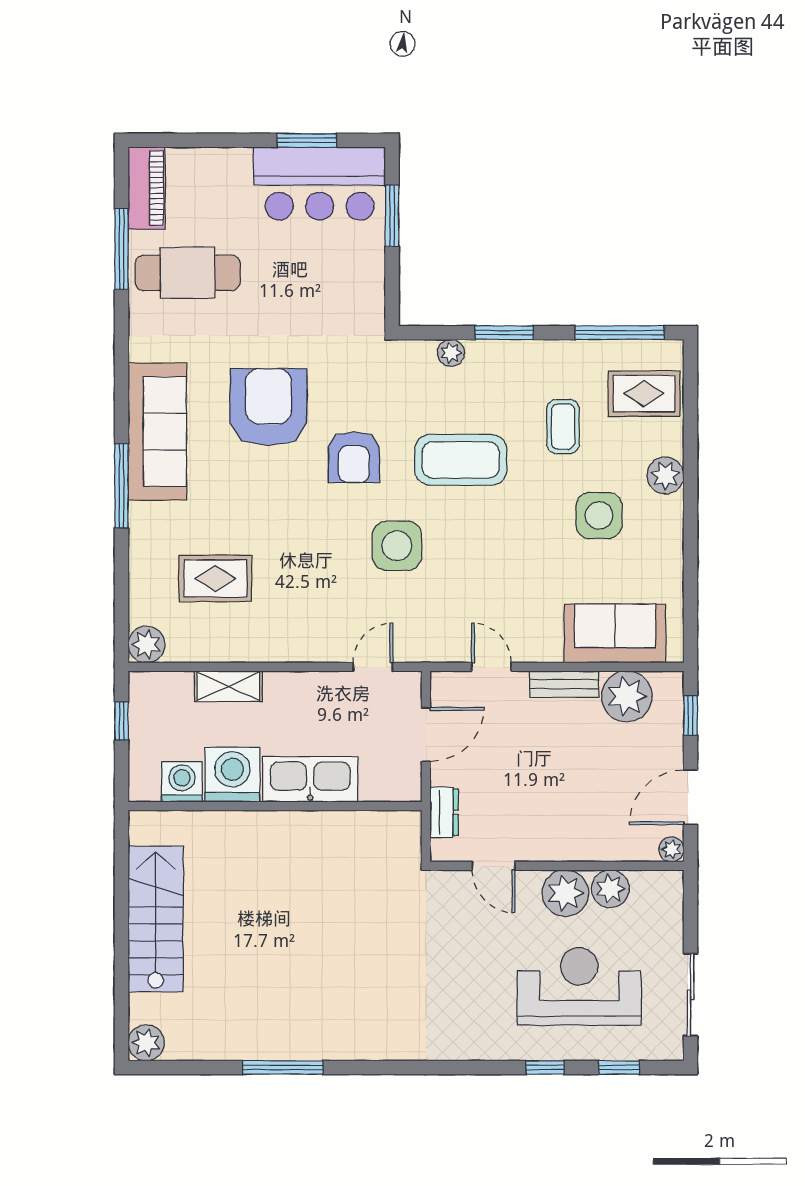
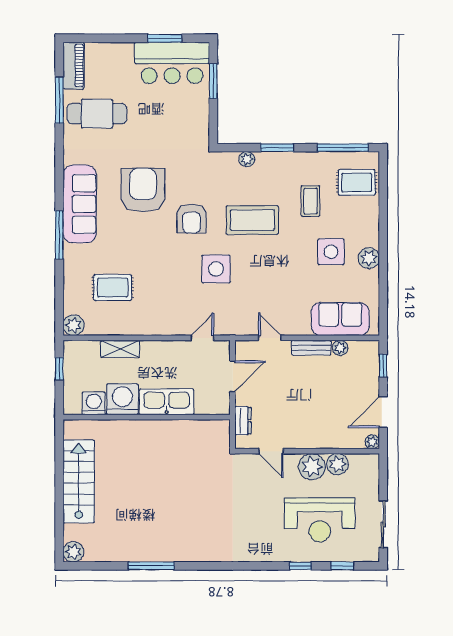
plant: (665, 476) -> (369, 258), moved
plant: (627, 696) -> (340, 348), width x0.53, depth x0.53
reception desk: (579, 987) -> (320, 520), turned 180

